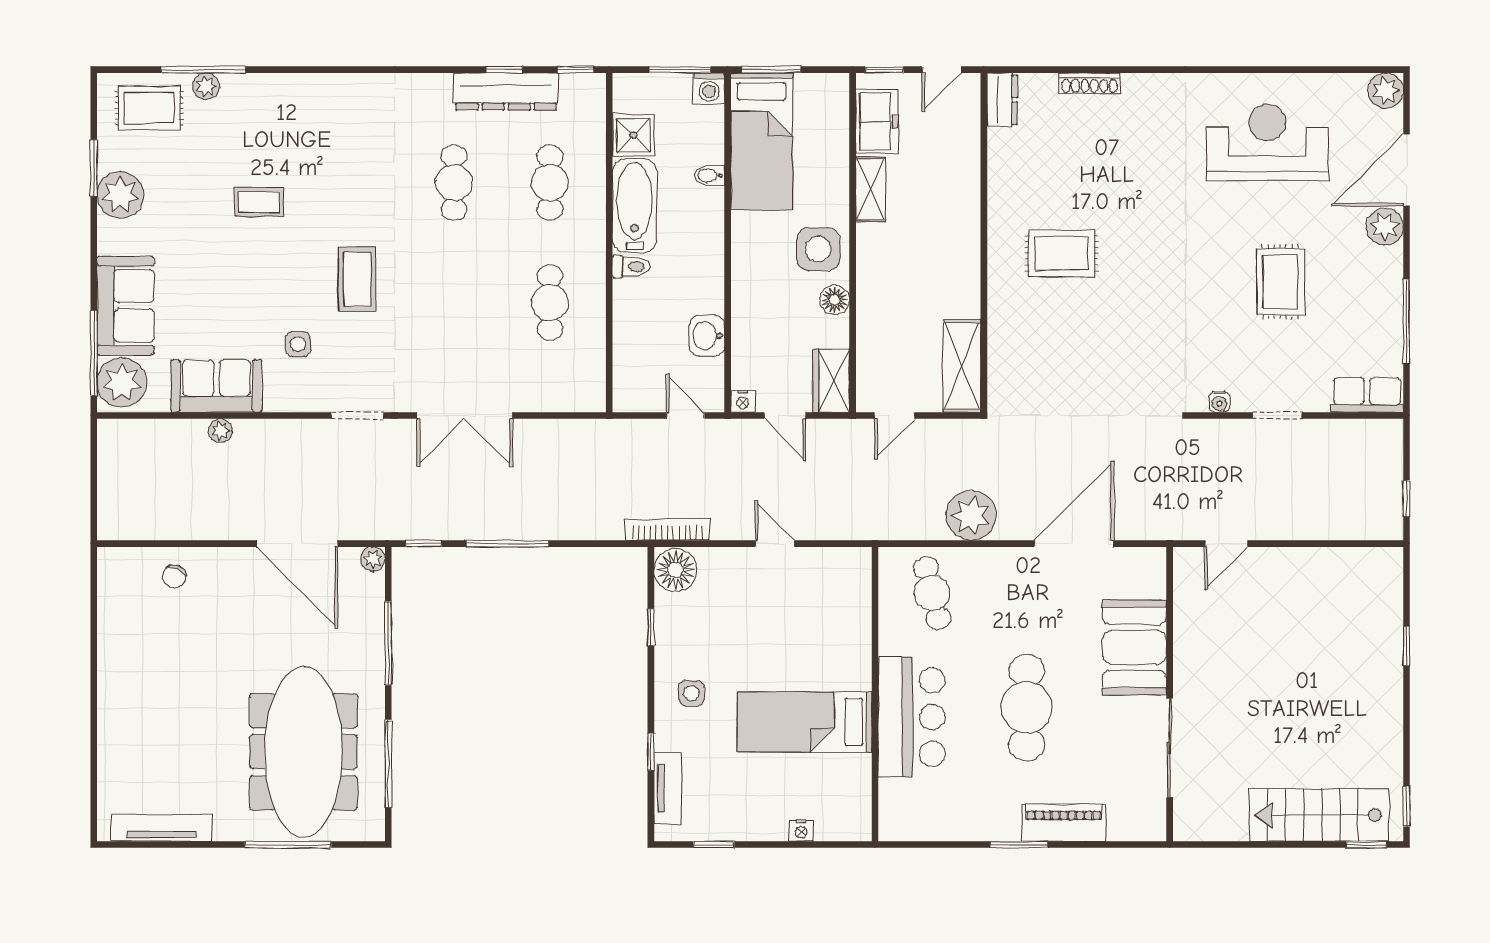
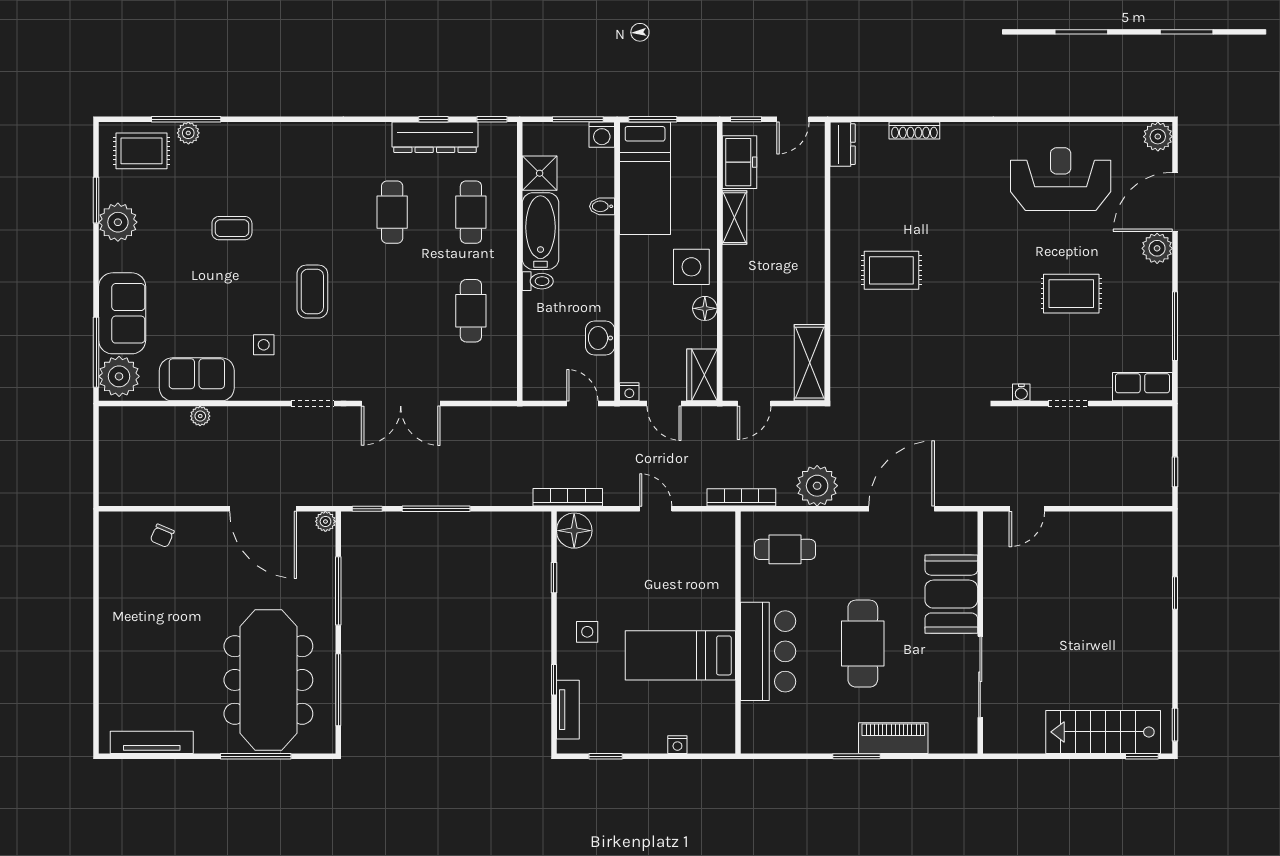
rug: (1280, 282) -> (1071, 294), turned 90
bookcase: (879, 530) -> (741, 497), added
cafe table: (932, 593) -> (785, 549), turned -76

